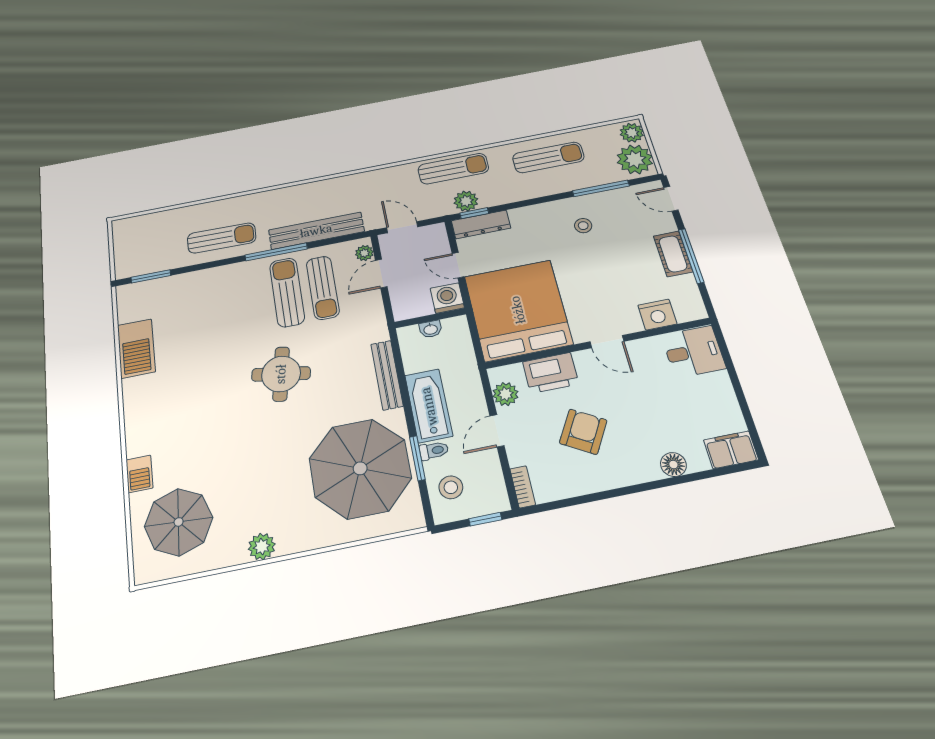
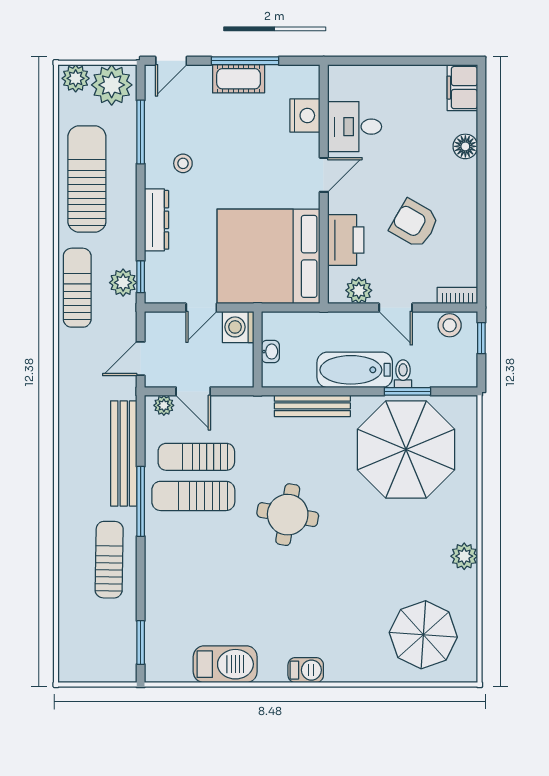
sun lounger: (548, 157) -> (87, 179), width x1.36, depth x1.34
dresser: (481, 224) -> (157, 220), moved
sun lounger: (323, 288) -> (196, 457), turned 180
desk: (694, 352) -> (355, 127), moved, turned -90
barbecue: (139, 474) -> (306, 670), moved
stool: (451, 487) -> (450, 325), moved

